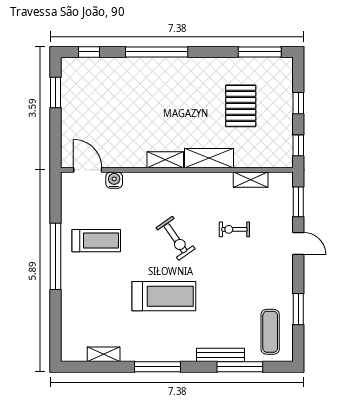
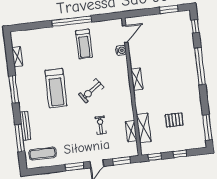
pallet: (241, 106) -> (174, 120), width x0.67, depth x0.71
shelving: (209, 158) -> (144, 128), moved
window: (298, 309) -> (75, 167), moved

